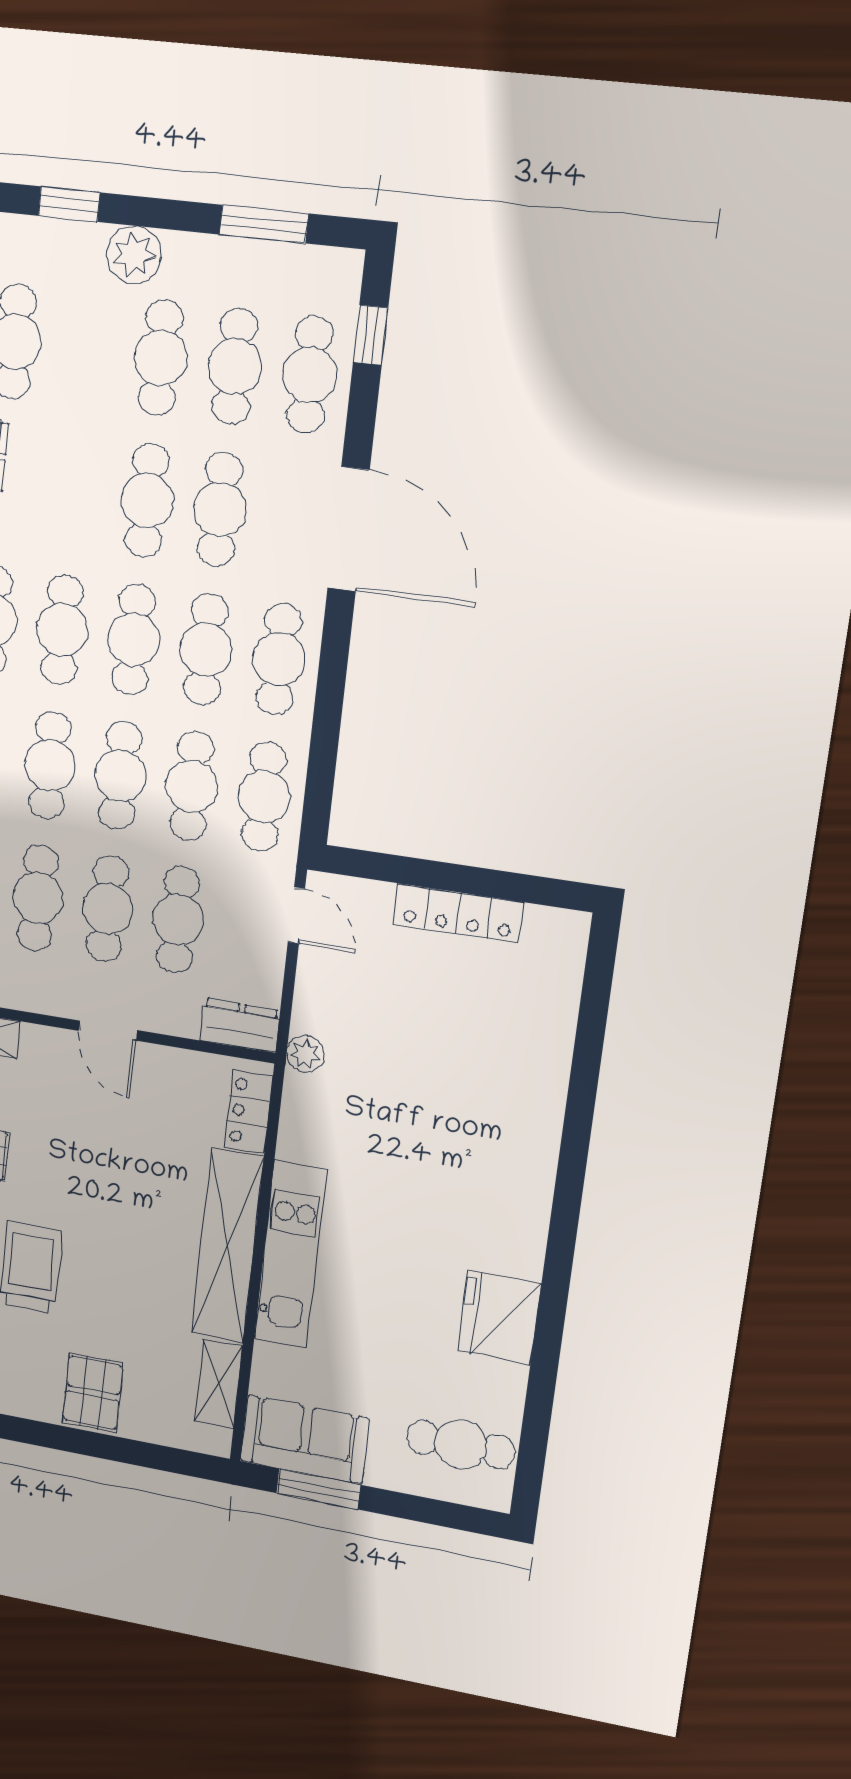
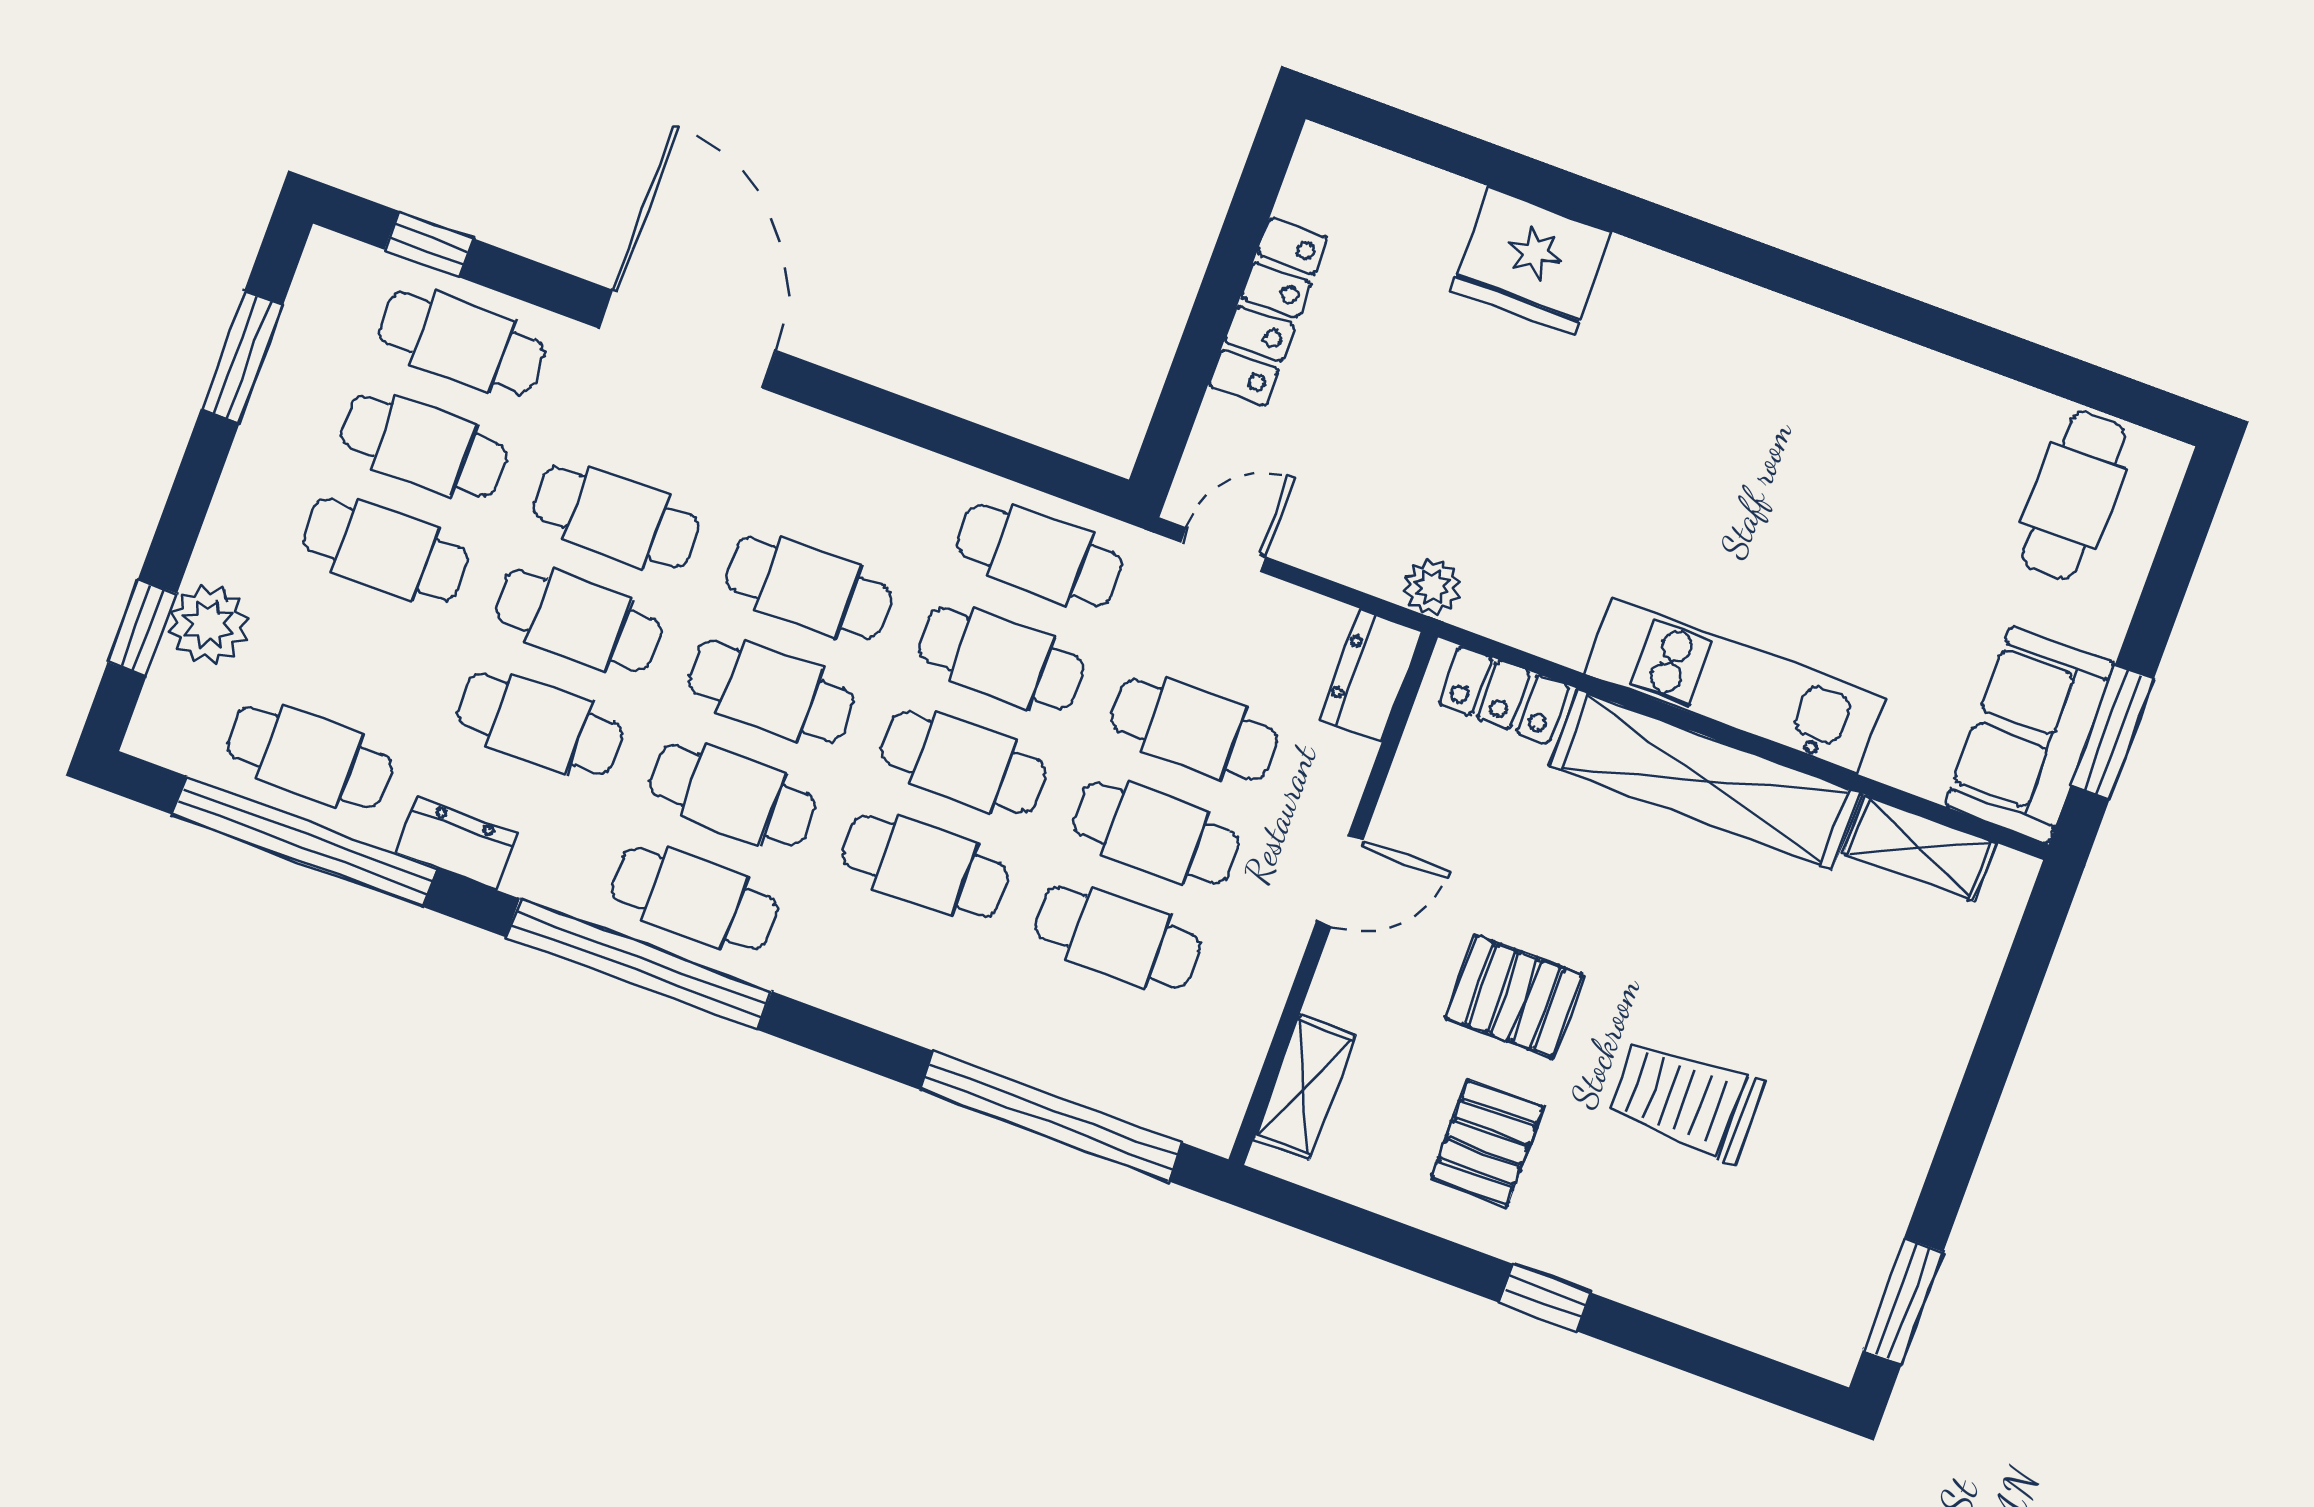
plant: (134, 255) -> (208, 625), moved
door: (348, 529) -> (687, 339), hinge flipped
cafe table: (279, 659) -> (540, 724), moved
fridge: (499, 1318) -> (1531, 261), moved
pallet: (93, 1393) -> (1514, 997), moved

